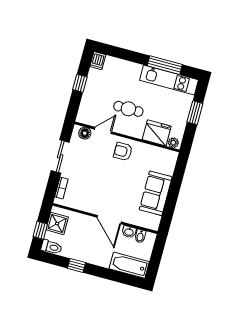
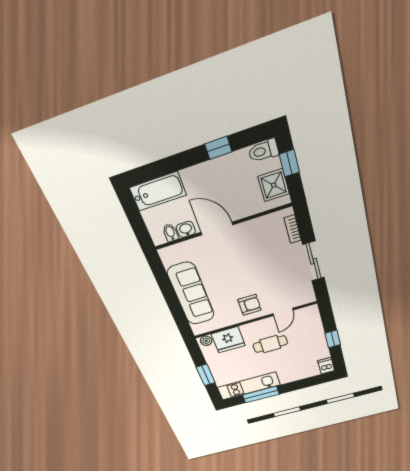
floor lamp: (85, 133) -> (300, 299), removed
sofa: (156, 193) -> (191, 294), width x1.36

